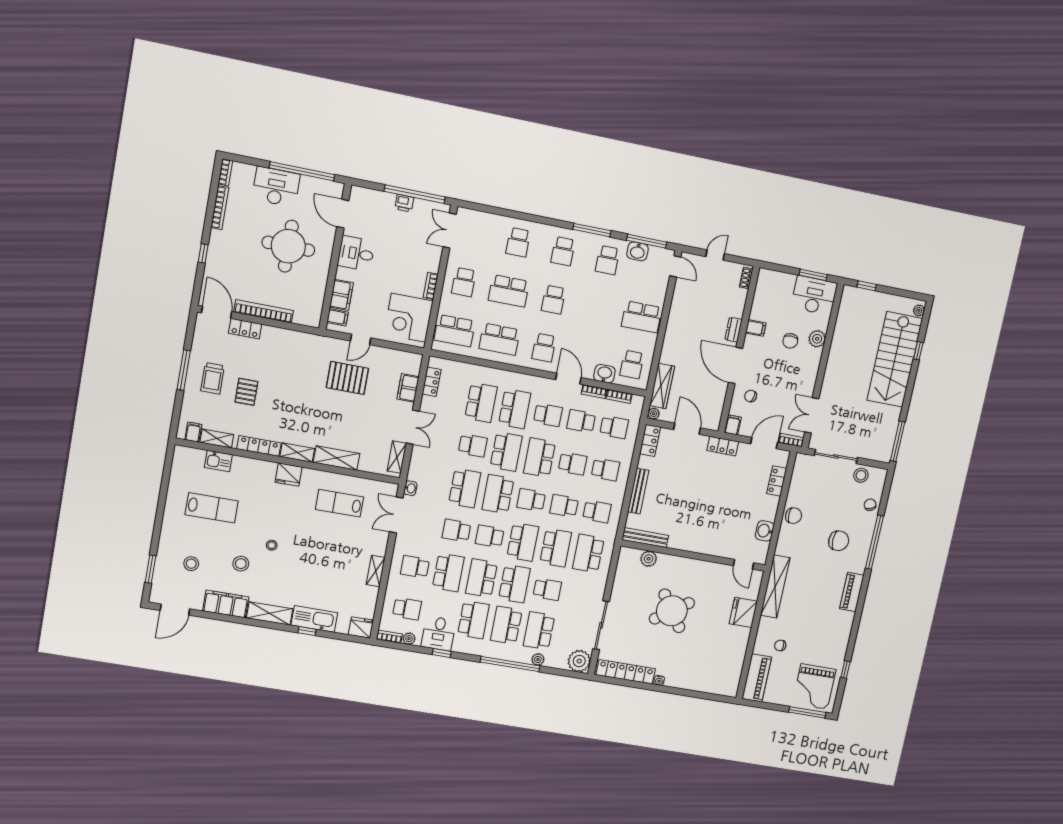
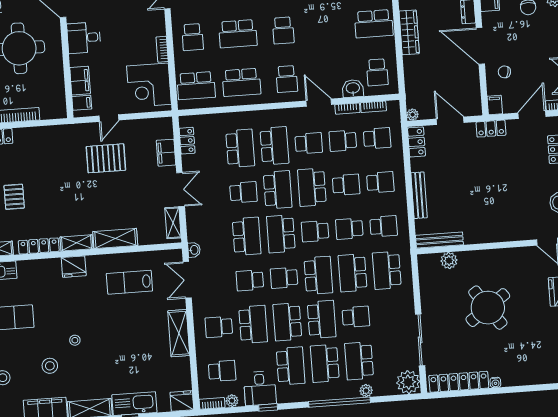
wardrobe: (662, 386) -> (409, 32), moved
school desk: (556, 548) -> (353, 273), turned 180
shelving: (376, 571) -> (179, 333), width x1.50, depth x1.33

